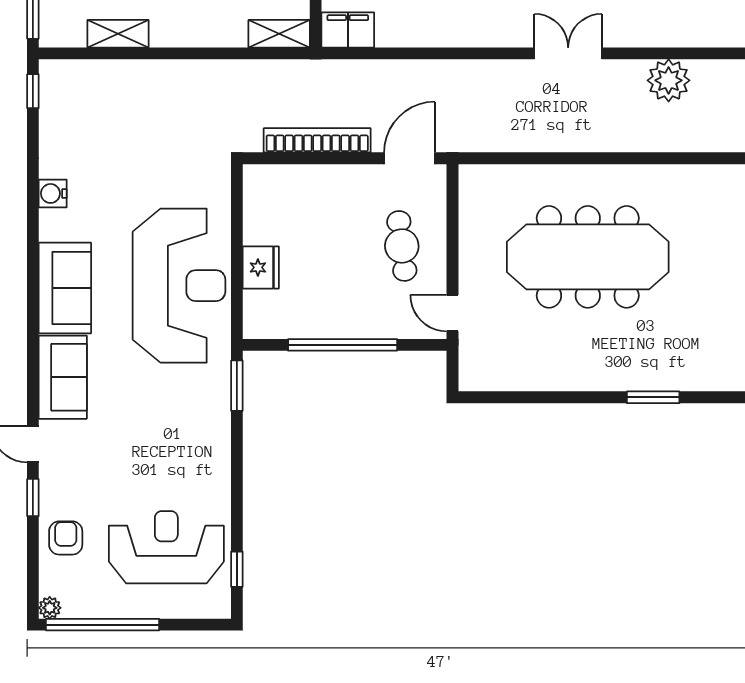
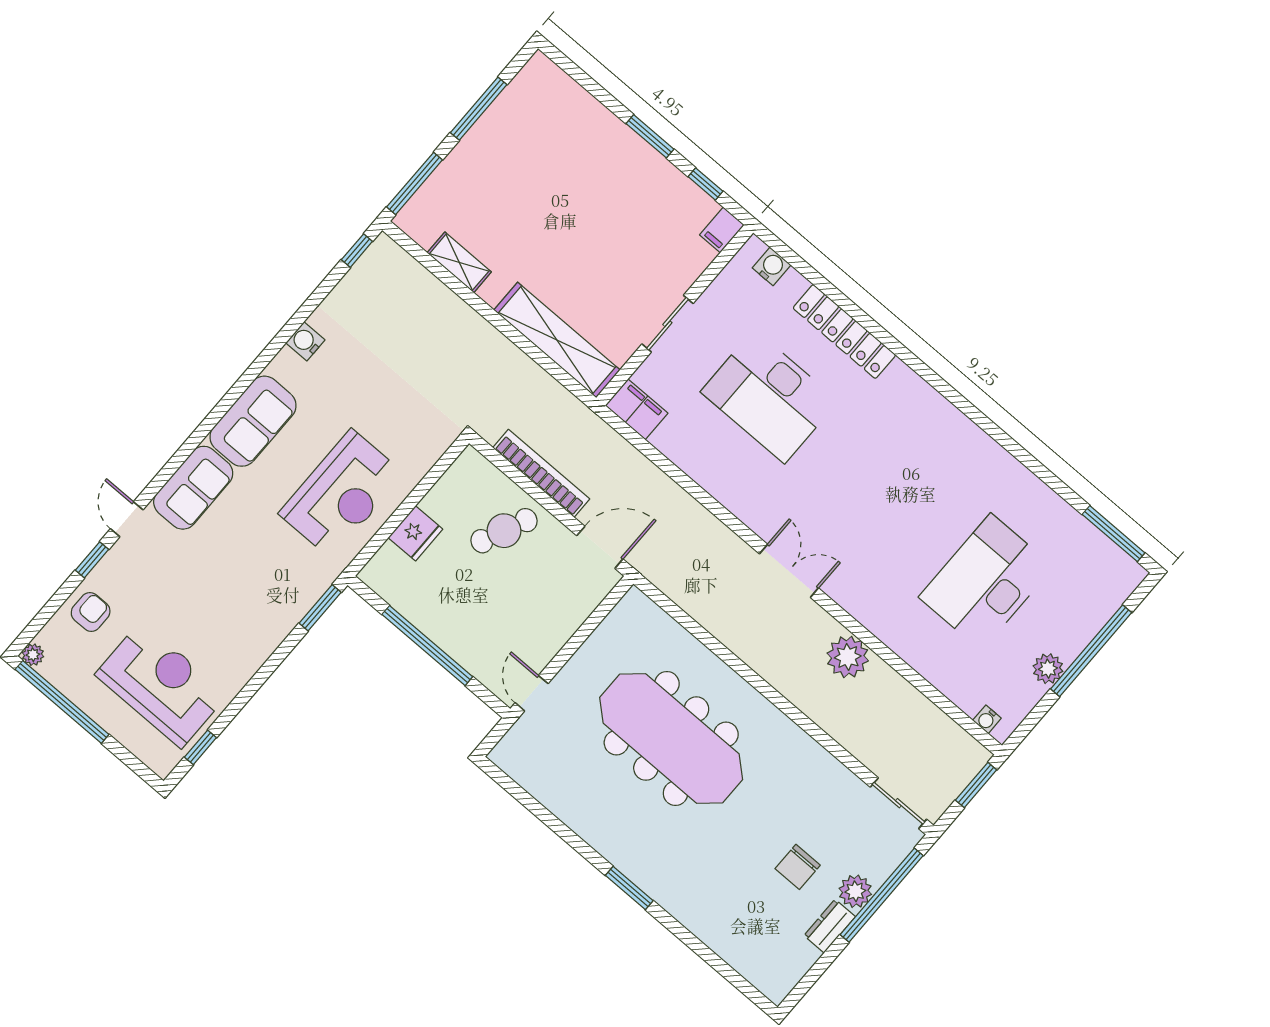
shelving: (279, 34) -> (557, 340), width x2.20, depth x1.33
cafe table: (402, 246) -> (504, 531), moved, turned 31
reception desk: (179, 286) -> (341, 494), width x0.74, depth x0.77

